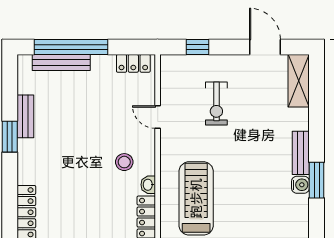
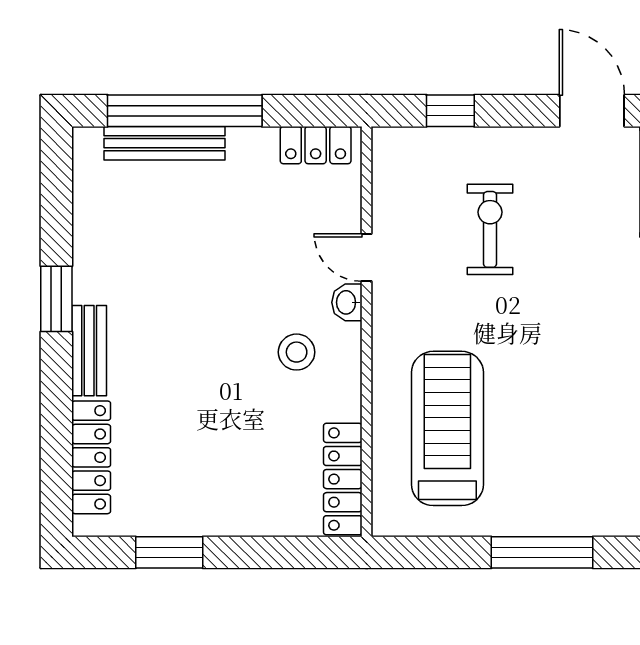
exercise bike: (216, 104) -> (490, 229), turned 180
bench: (25, 116) -> (89, 351), moved
washbasin: (148, 185) -> (347, 302), moved

